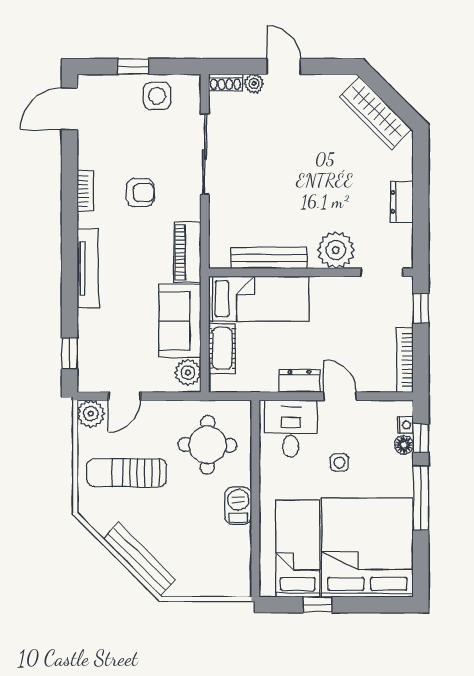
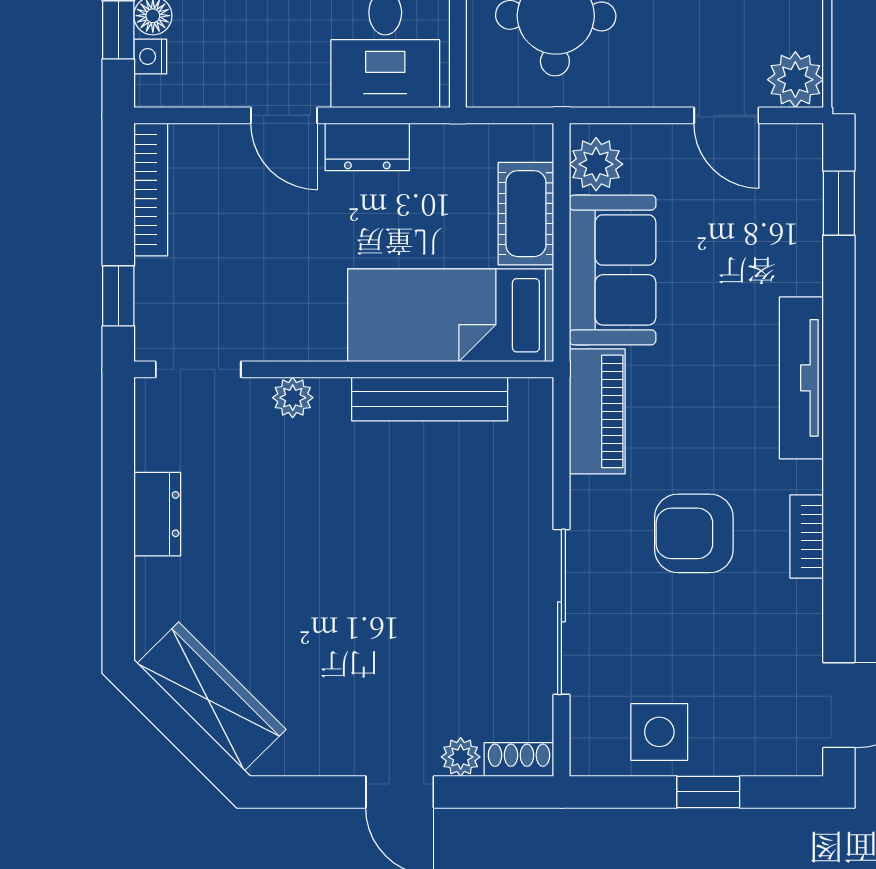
armchair: (140, 193) -> (694, 533), width x1.38, depth x1.38
plant: (336, 250) -> (293, 398), width x0.53, depth x0.53
door: (124, 396) -> (726, 115), swing flipped

